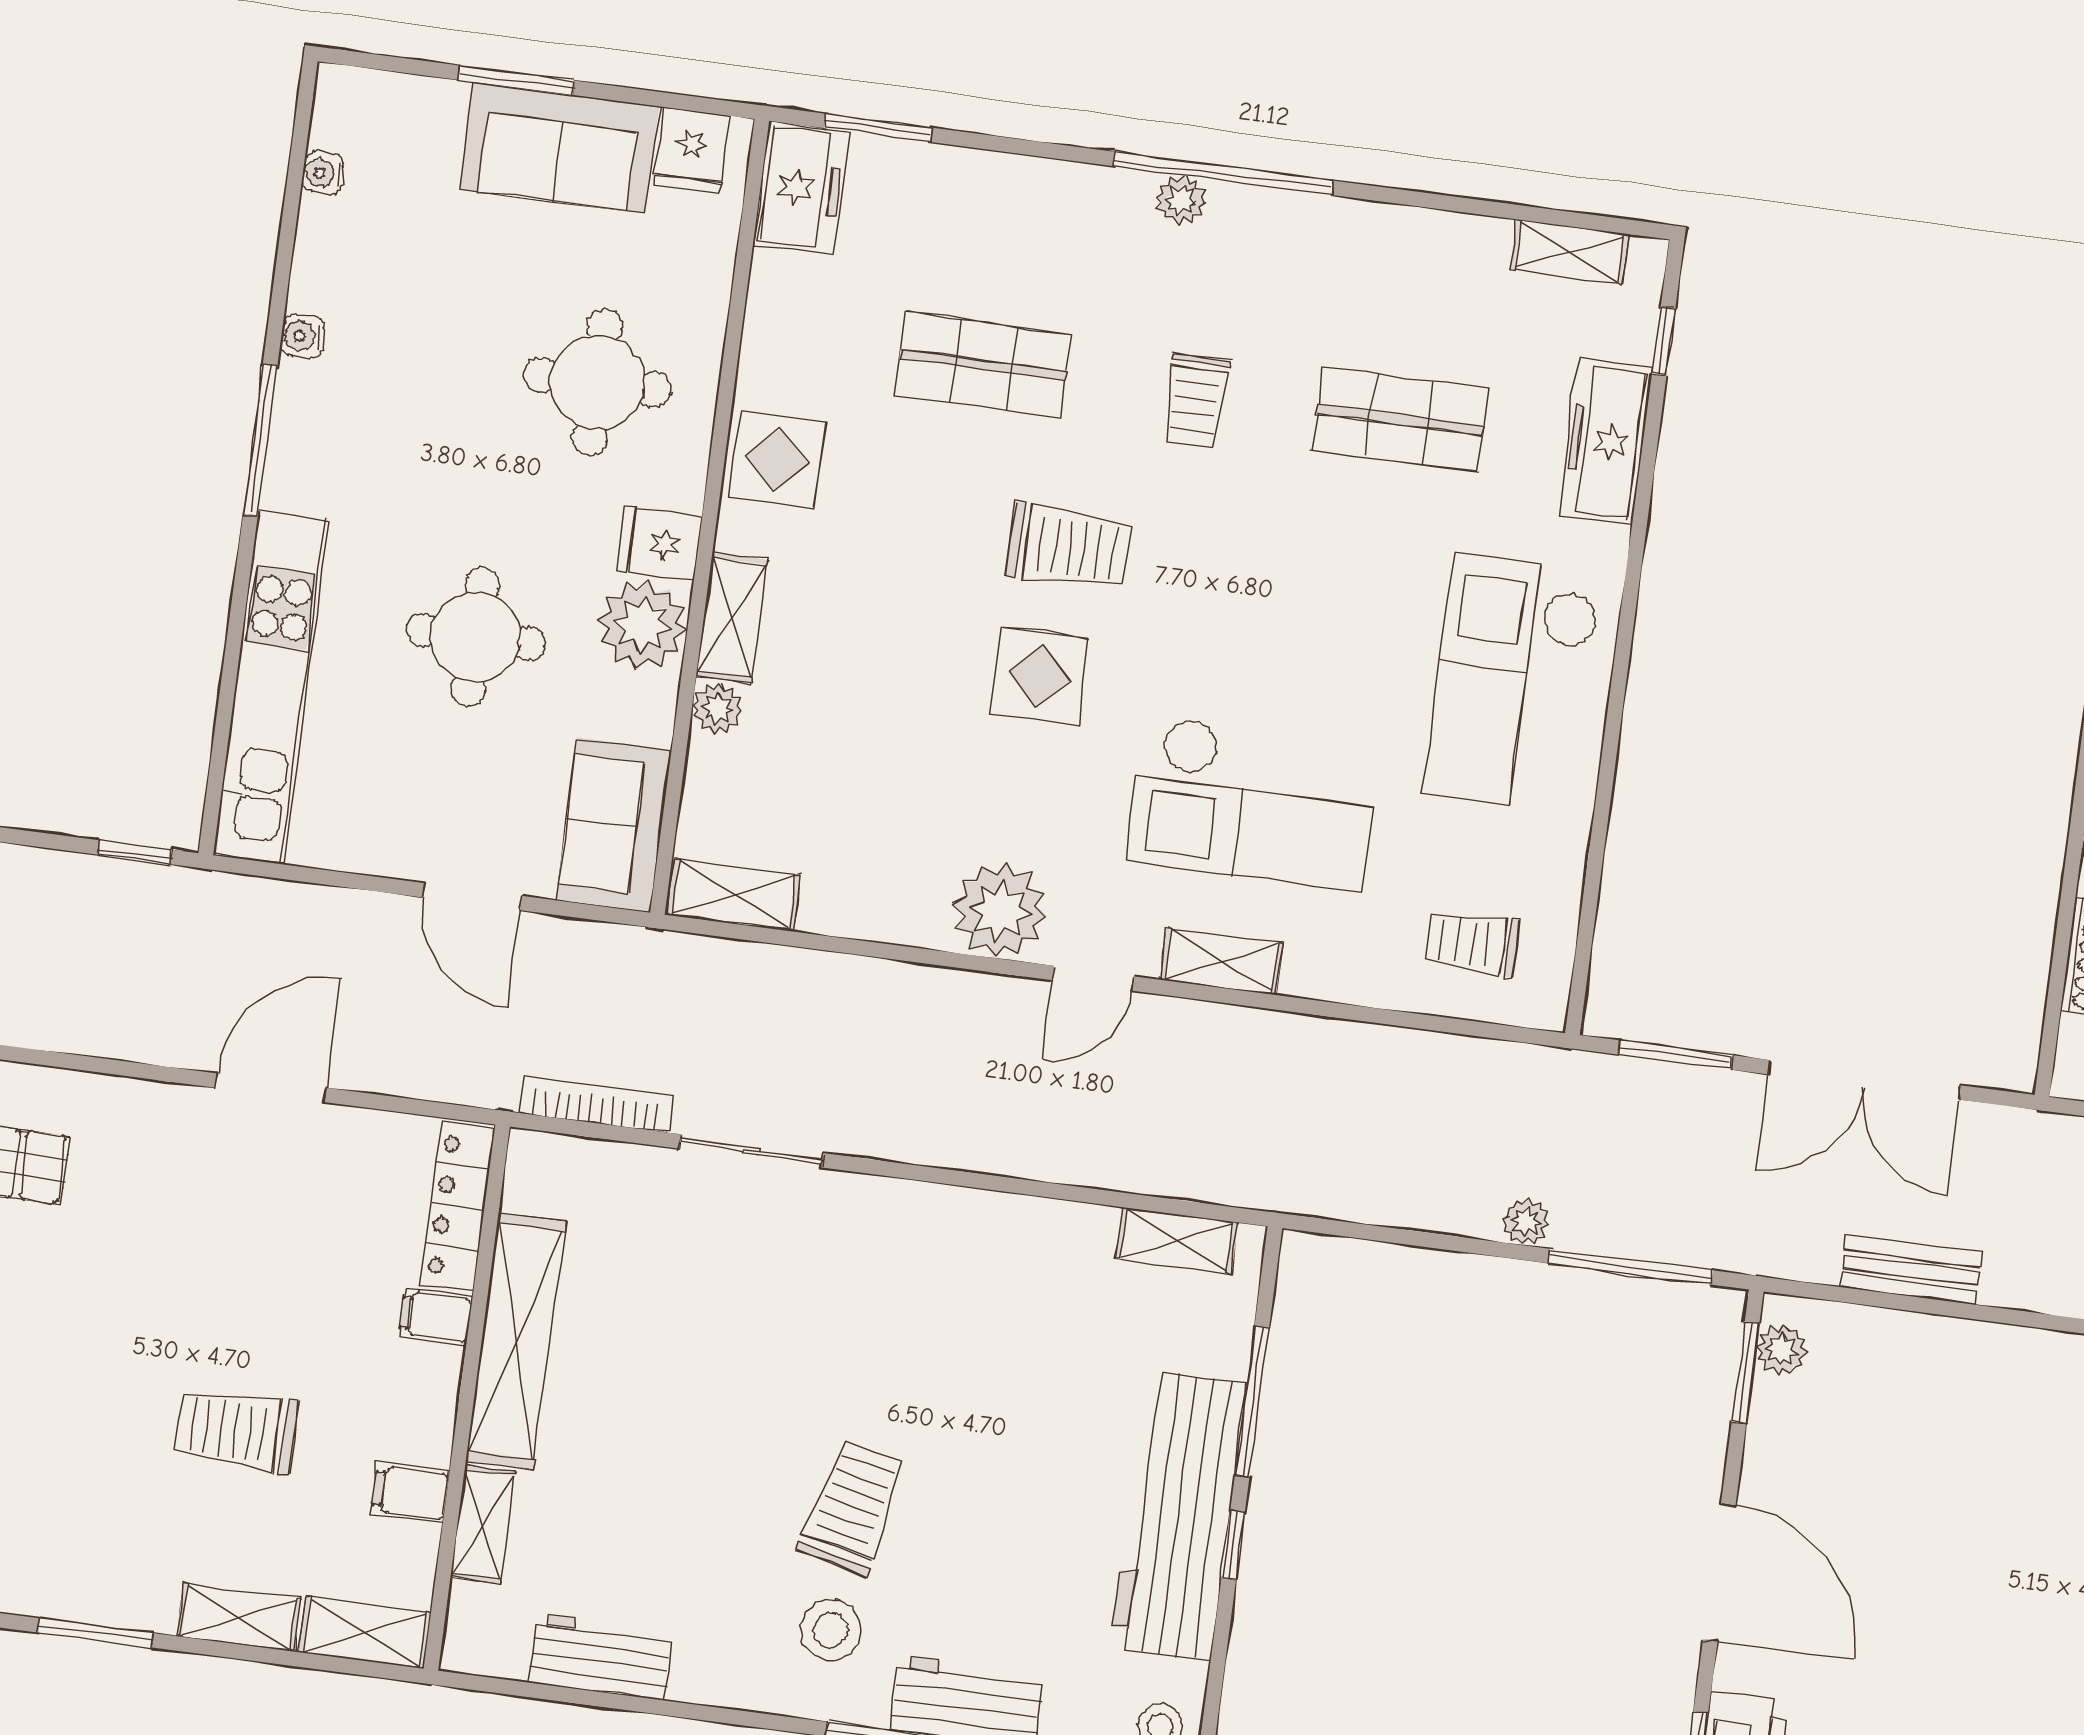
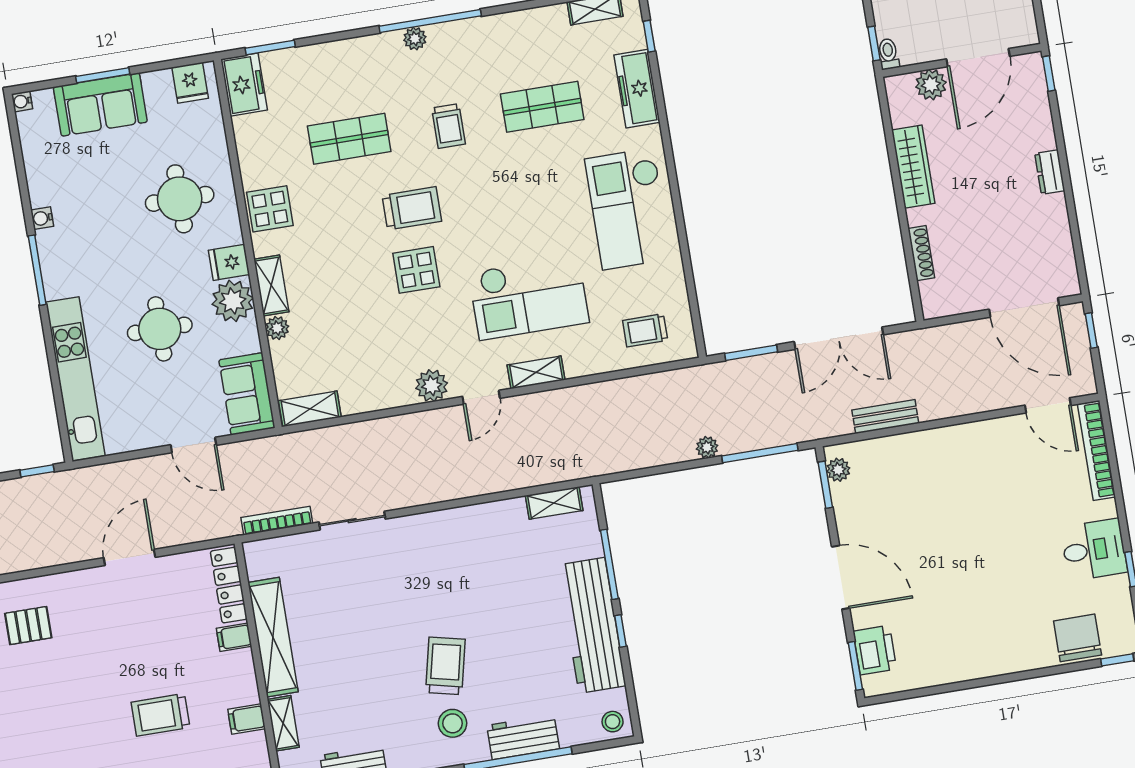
sofa: (559, 148) -> (100, 105), moved
water cooler: (323, 173) -> (22, 101), moved
plant: (1000, 911) -> (432, 386), width x0.73, depth x0.73

